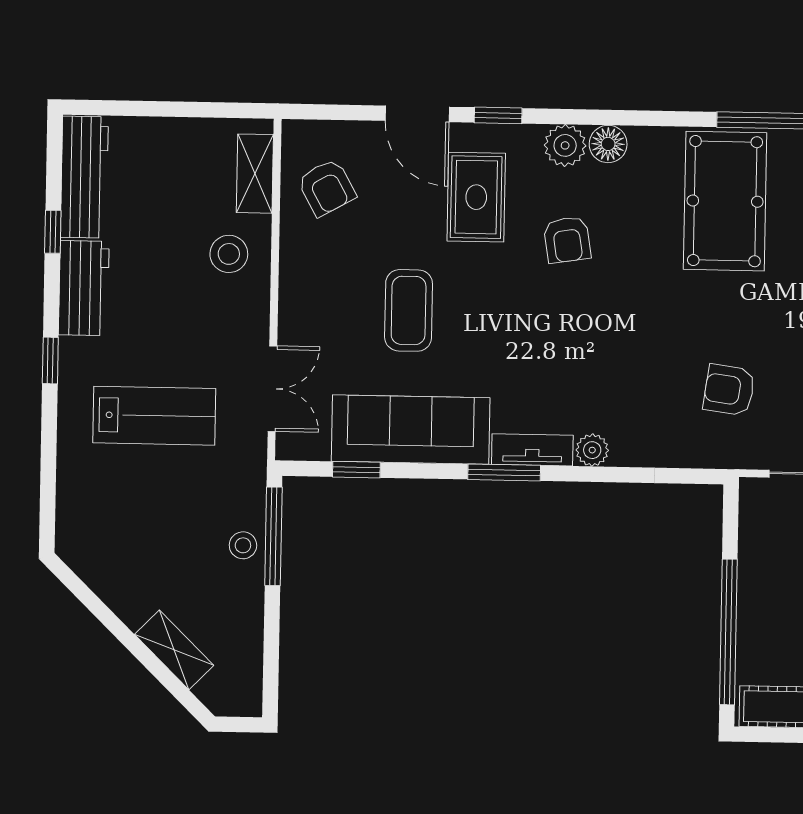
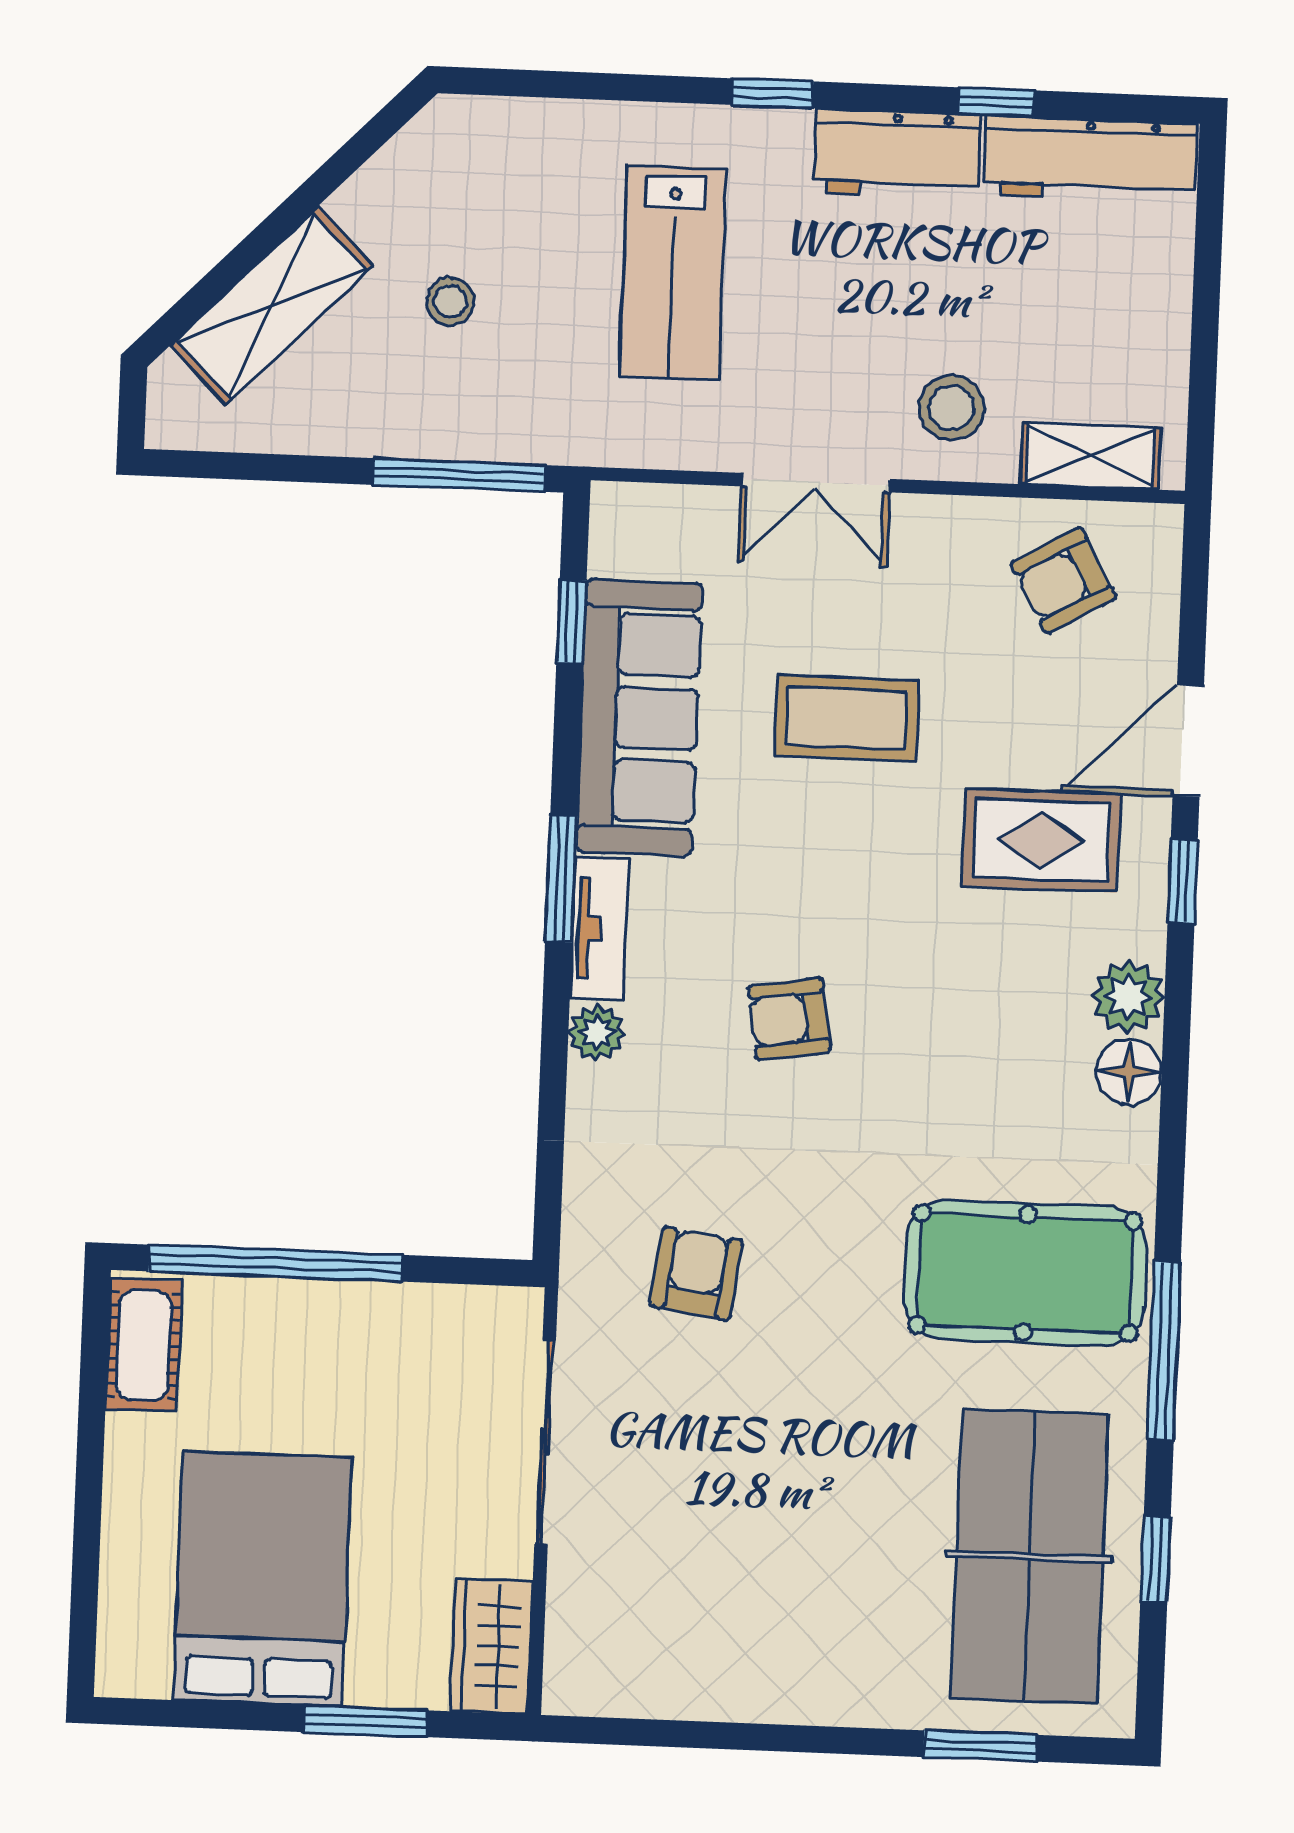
armchair: (567, 240) -> (789, 1019), moved
double door: (272, 389) -> (815, 483), moved
stool: (243, 545) -> (450, 301), moved
shelving: (174, 650) -> (271, 306), width x1.50, depth x1.33

